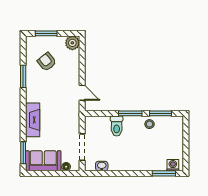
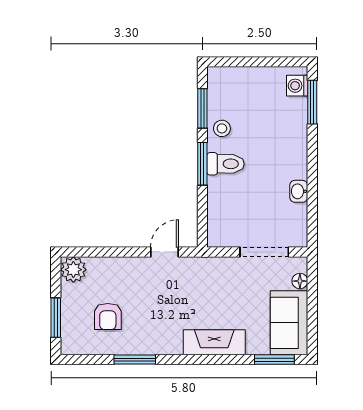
armchair: (47, 62) -> (108, 317), turned -51
toilet: (117, 126) -> (226, 164), moved
washbasin: (102, 166) -> (299, 191), moved

